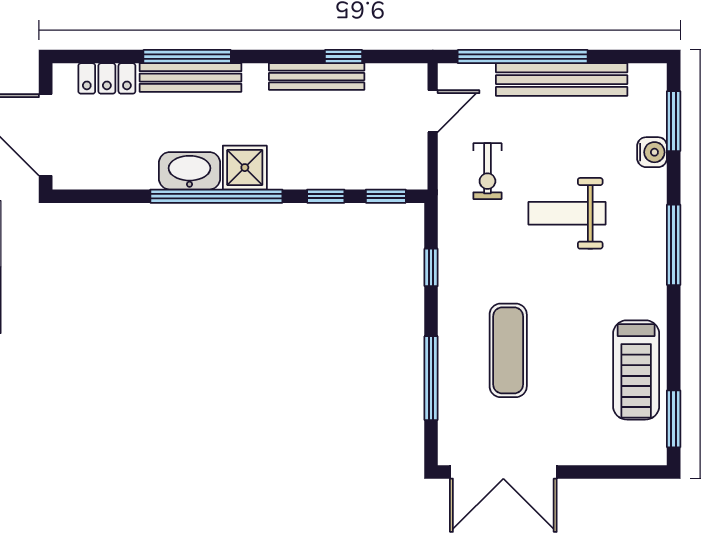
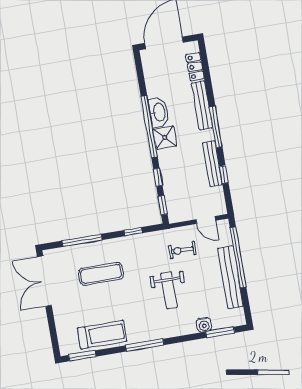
window: (187, 57) -> (216, 127), moved
weight bench: (567, 213) -> (169, 290), turned 180
window: (674, 245) -> (145, 345), moved
treadmill: (636, 370) -> (102, 335), turned 180

